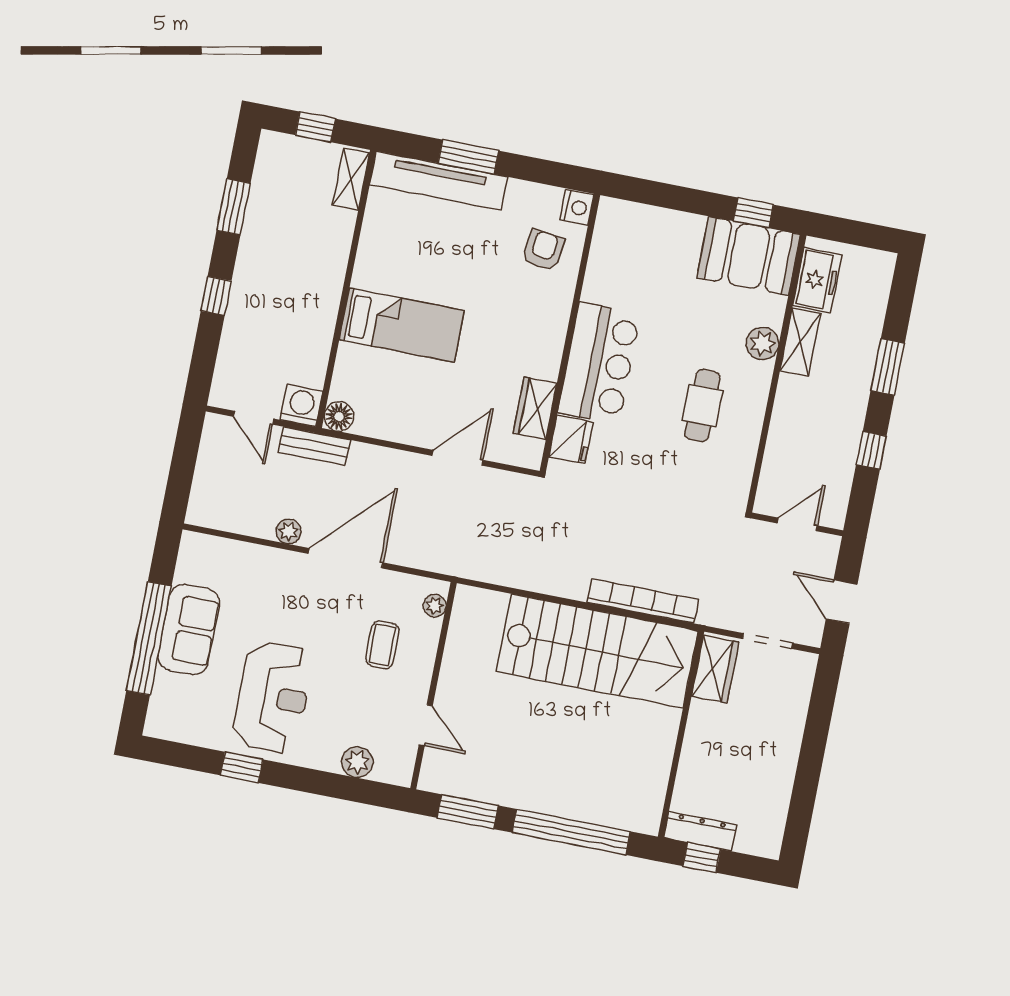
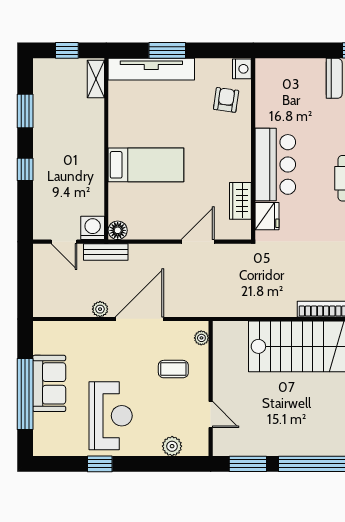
coffee table: (382, 645) -> (173, 369), turned 90

